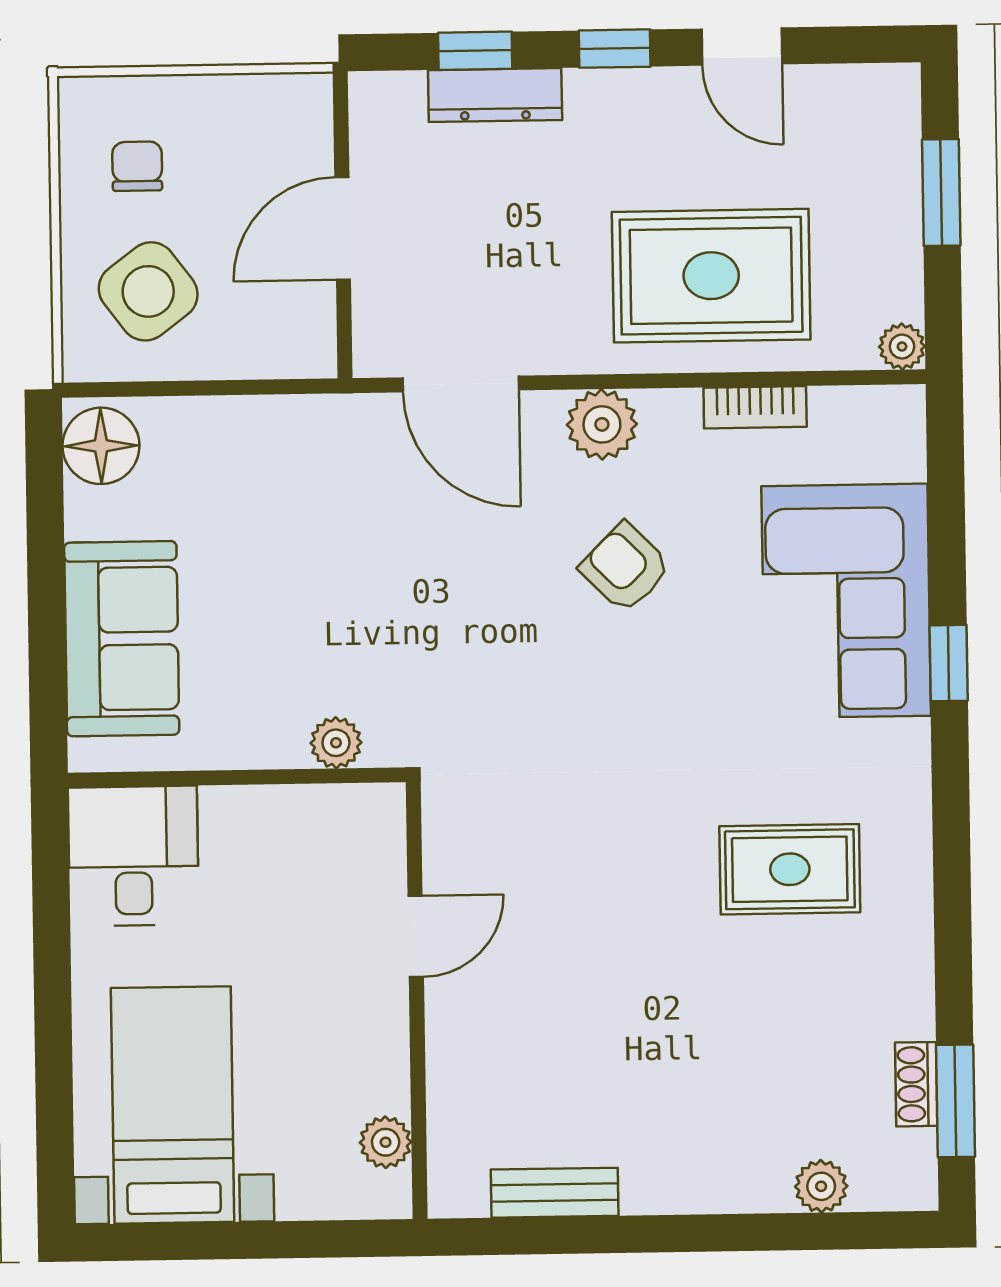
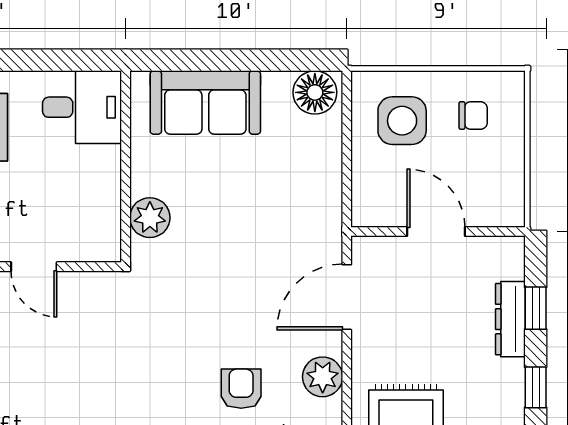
side table: (148, 291) -> (402, 121), turned 37
armchair: (625, 568) -> (241, 389), turned -45
plant: (336, 743) -> (150, 218), width x1.38, depth x1.38

